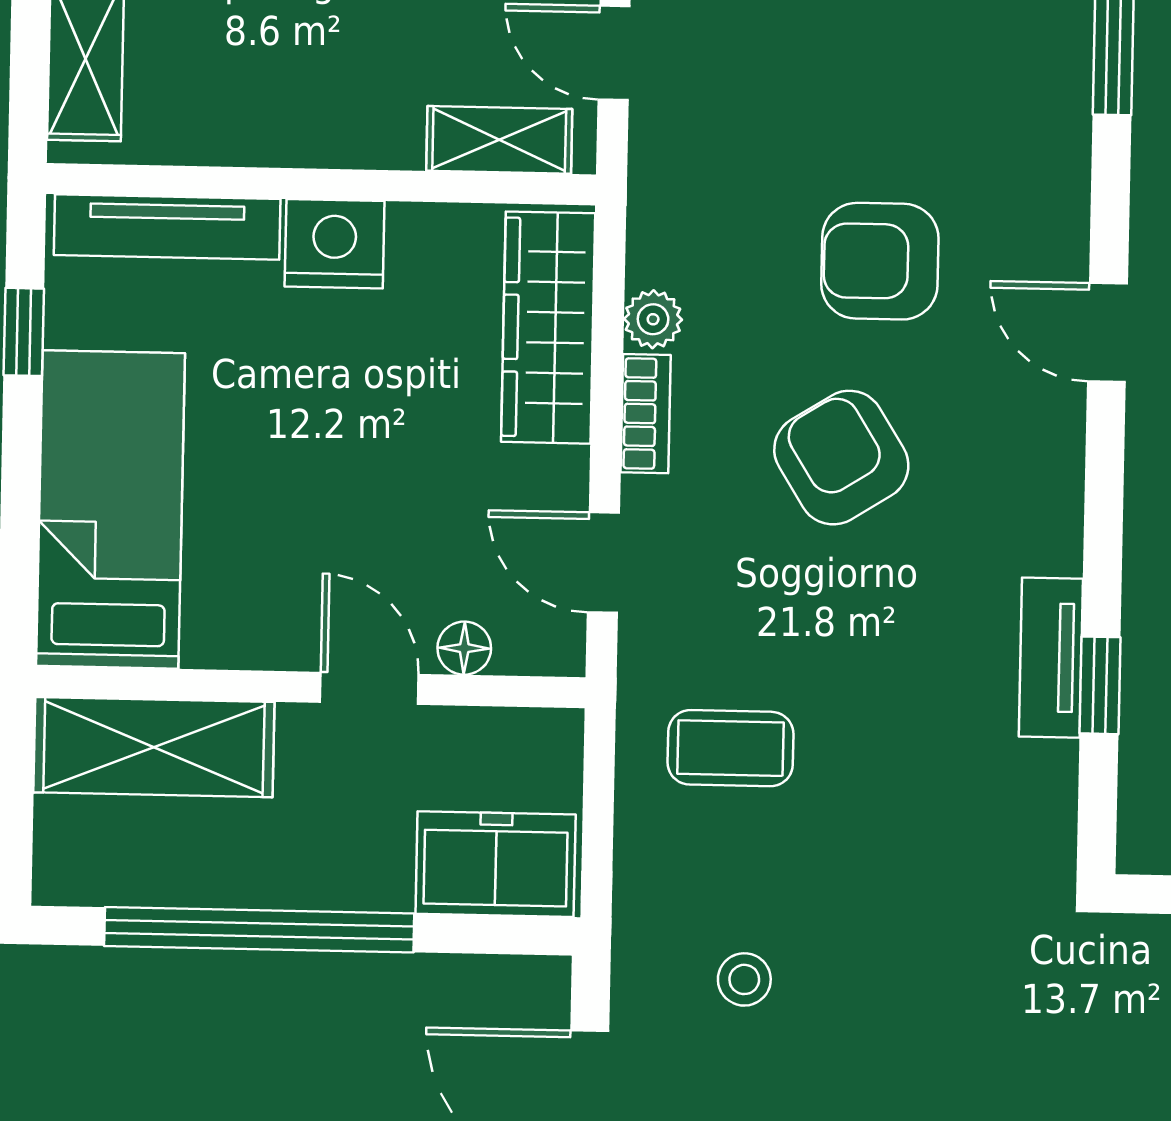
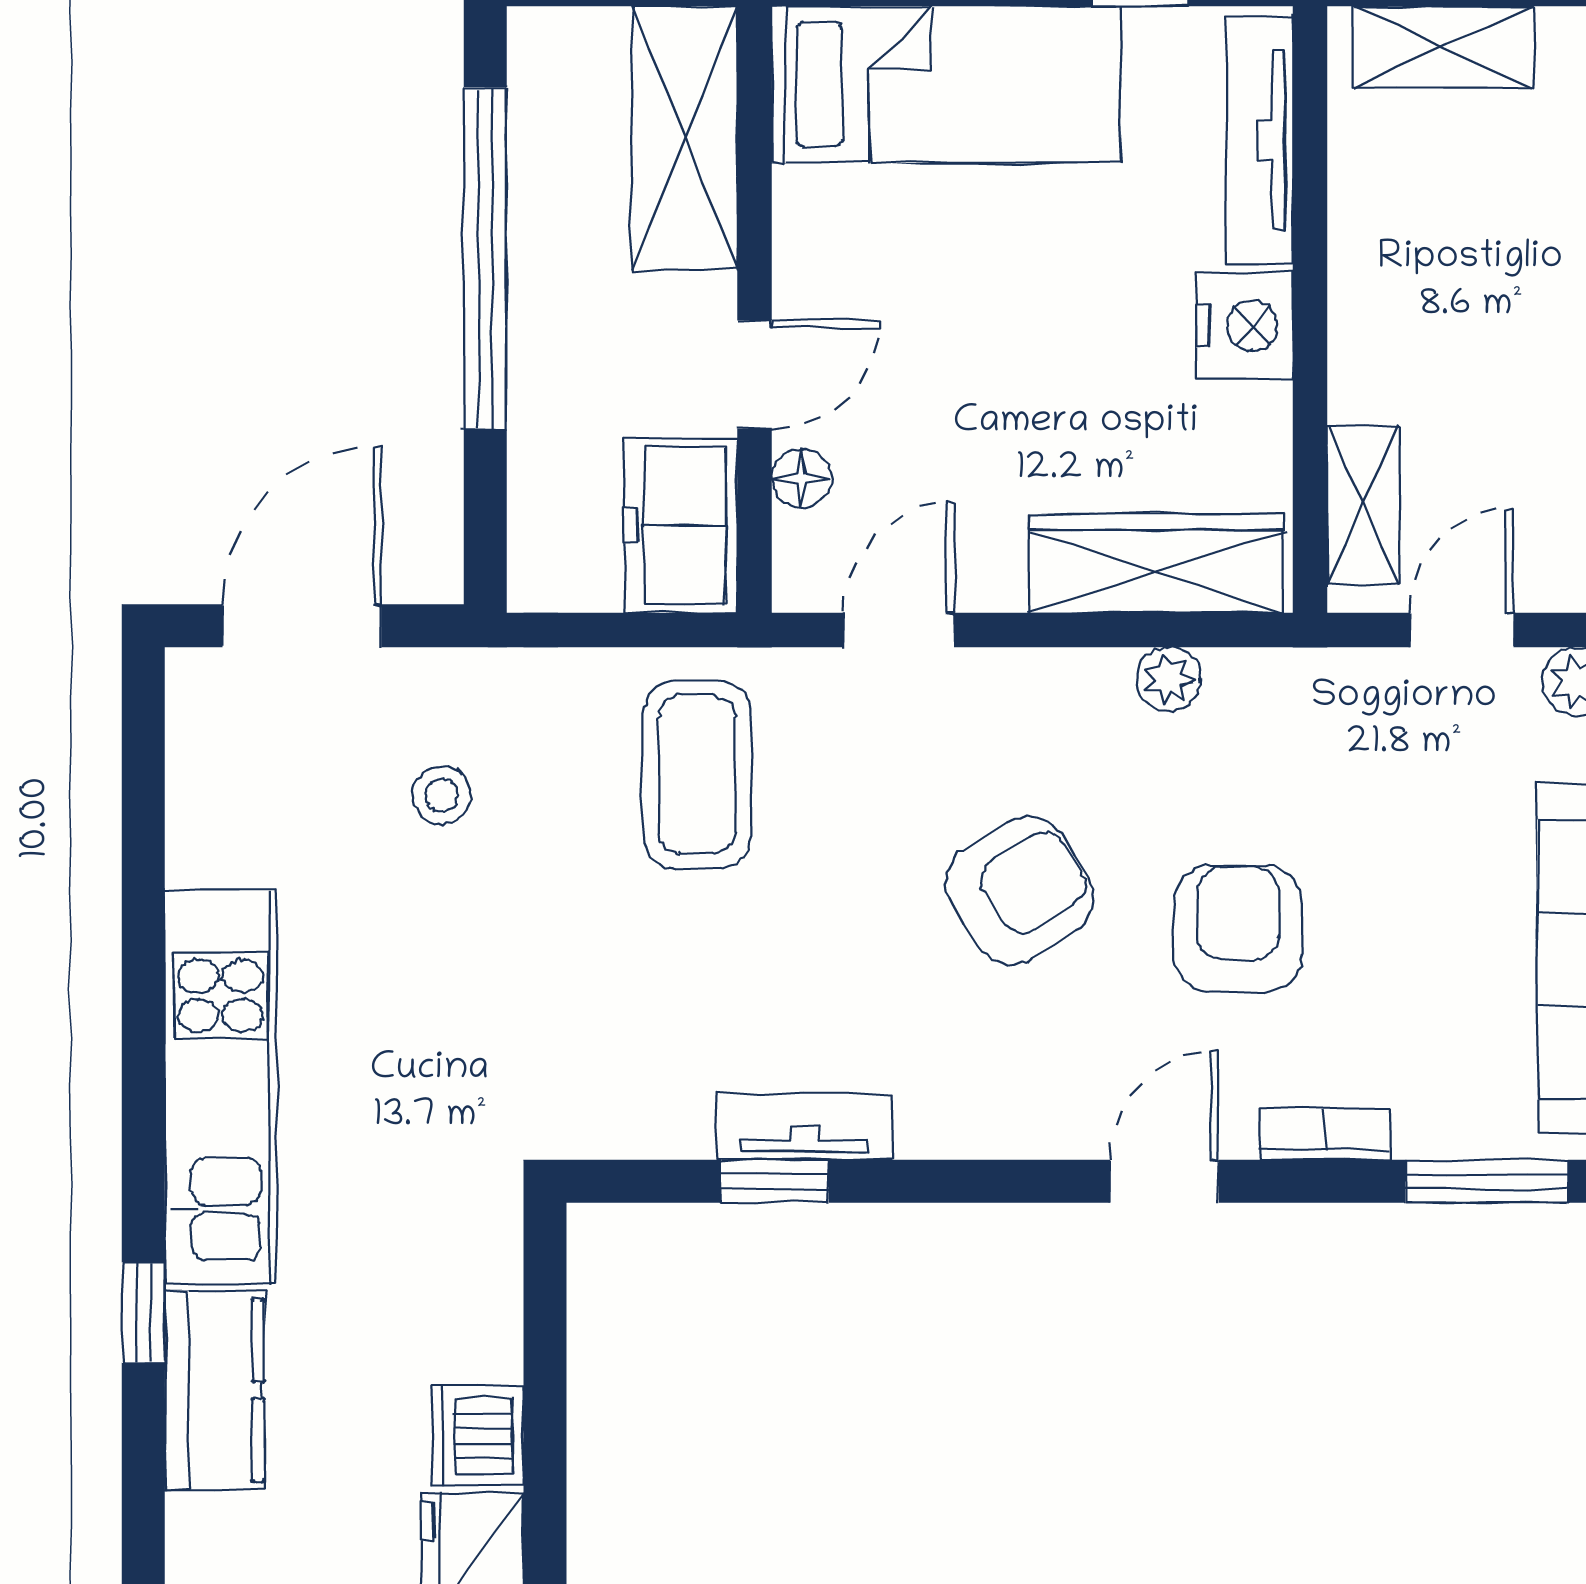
bookcase: (646, 414) -> (1324, 1134), moved, turned 180
coffee table: (730, 748) -> (697, 775), width x1.36, depth x1.30
freezer: (496, 864) -> (681, 526), moved, turned 180

